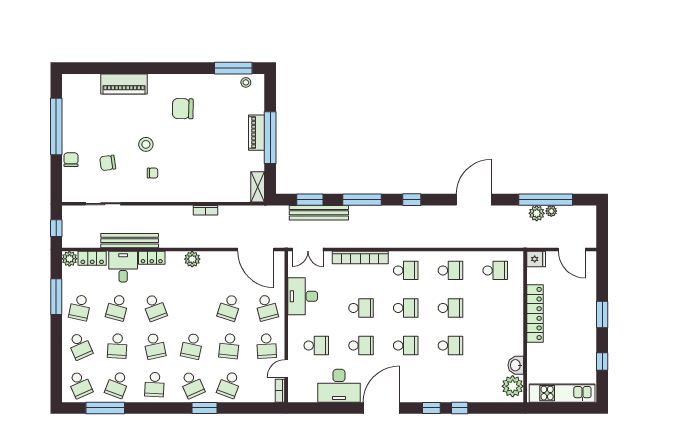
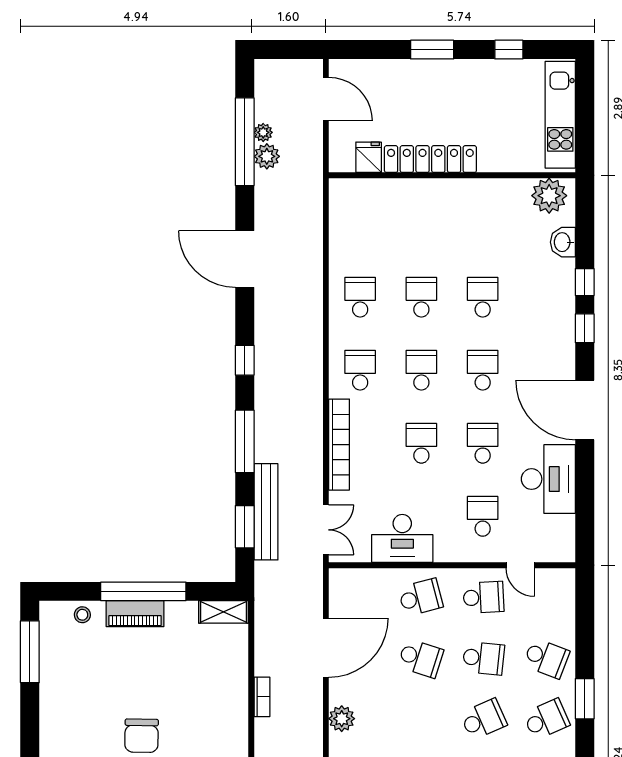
stool: (246, 82) -> (82, 615), moved
chair: (183, 109) -> (142, 736), moved
door: (256, 249) -> (326, 648), moved
door: (572, 249) -> (326, 99), hinge flipped
fridge: (536, 259) -> (369, 157), moved
school desk: (495, 270) -> (360, 224), removed
school desk: (192, 346) -> (483, 719), turned -36
washbasin: (516, 365) -> (563, 242), moved, turned 90
bookcase: (280, 391) -> (557, 576), removed

